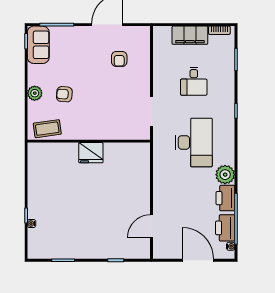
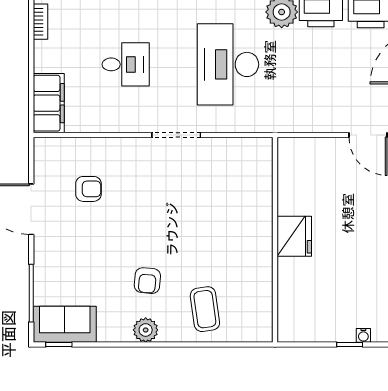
filing cabinet: (190, 35) -> (49, 103), moved
wall: (89, 141) -> (275, 240), moved
desk: (194, 142) -> (228, 64), turned -90
fridge: (91, 153) -> (294, 236), moved

